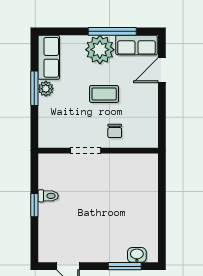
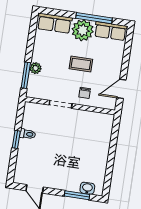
row of seats: (49, 57) -> (55, 23), moved, turned 90
door: (162, 70) -> (121, 89), moved
window: (34, 88) -> (26, 75), moved
plant: (46, 89) -> (36, 68), moved

